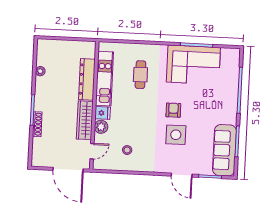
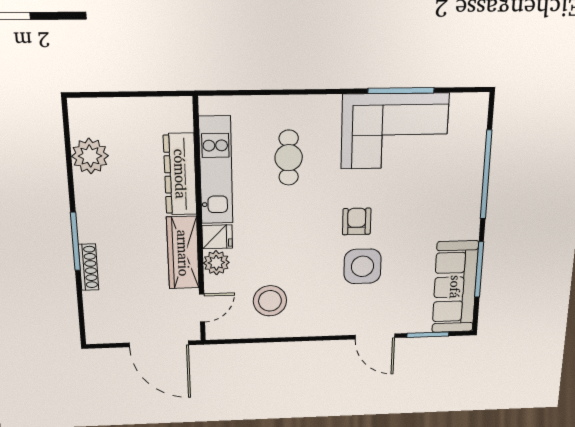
plant: (40, 71) -> (90, 156), width x1.88, depth x1.88
stool: (127, 150) -> (270, 301), width x1.89, depth x1.89

